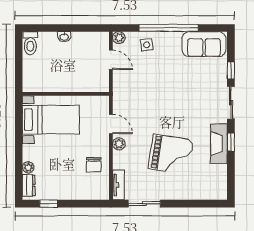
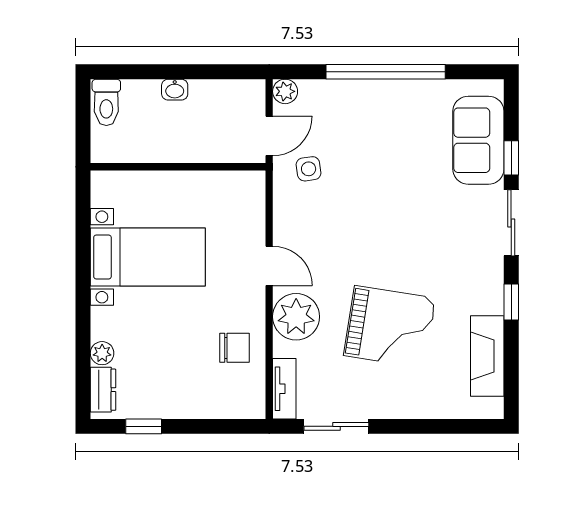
sofa: (204, 44) -> (478, 140), moved, turned 90
side table: (147, 45) -> (309, 169), moved
door: (111, 60) -> (269, 136), hinge flipped
wall: (66, 94) -> (178, 167), moved
plant: (119, 144) -> (296, 317), width x1.87, depth x1.87
fireplace: (219, 144) -> (487, 356), moved
chair: (94, 165) -> (235, 348), turned -90

